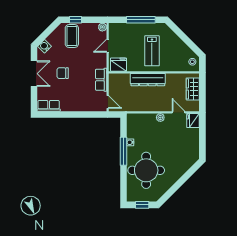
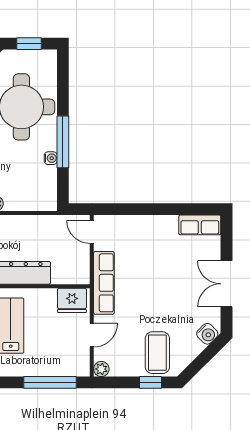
window: (141, 20) -> (50, 382), moved
chair: (63, 73) -> (174, 285), removed
row of seats: (101, 80) -> (104, 283), width x1.48

